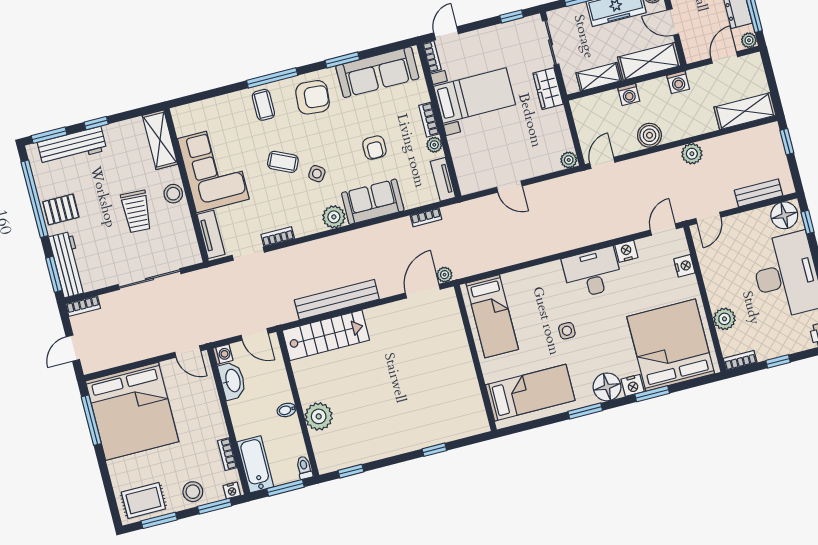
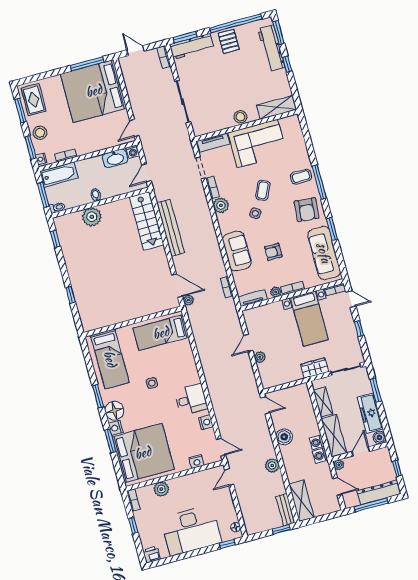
window: (512, 16) -> (359, 329), moved
plant: (749, 40) -> (339, 465), moved
washing machine: (629, 95) -> (317, 442), moved
plant: (569, 160) -> (260, 357), moved
bench: (758, 193) -> (285, 510), moved
trolley: (136, 211) -> (228, 92), removed
floor lamp: (784, 215) -> (236, 527), width x0.53, depth x0.53
plant: (334, 217) -> (221, 205), moved
door: (708, 218) -> (229, 477), hinge flipped
desk: (592, 273) -> (191, 400), width x0.73

